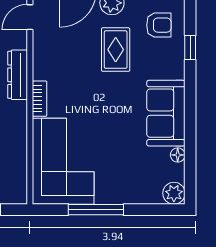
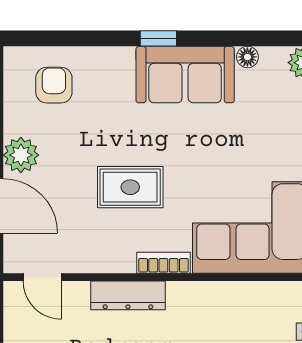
window: (190, 48) -> (158, 38), moved
rug: (116, 50) -> (130, 187), moved

